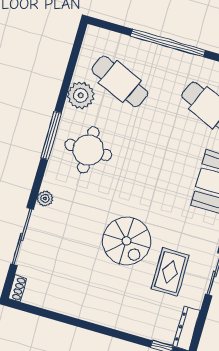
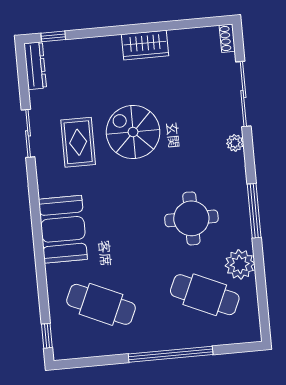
round table: (88, 150) -> (191, 218), moved
rug: (170, 272) -> (78, 142), moved
wardrobe: (88, 310) -> (145, 45), added

